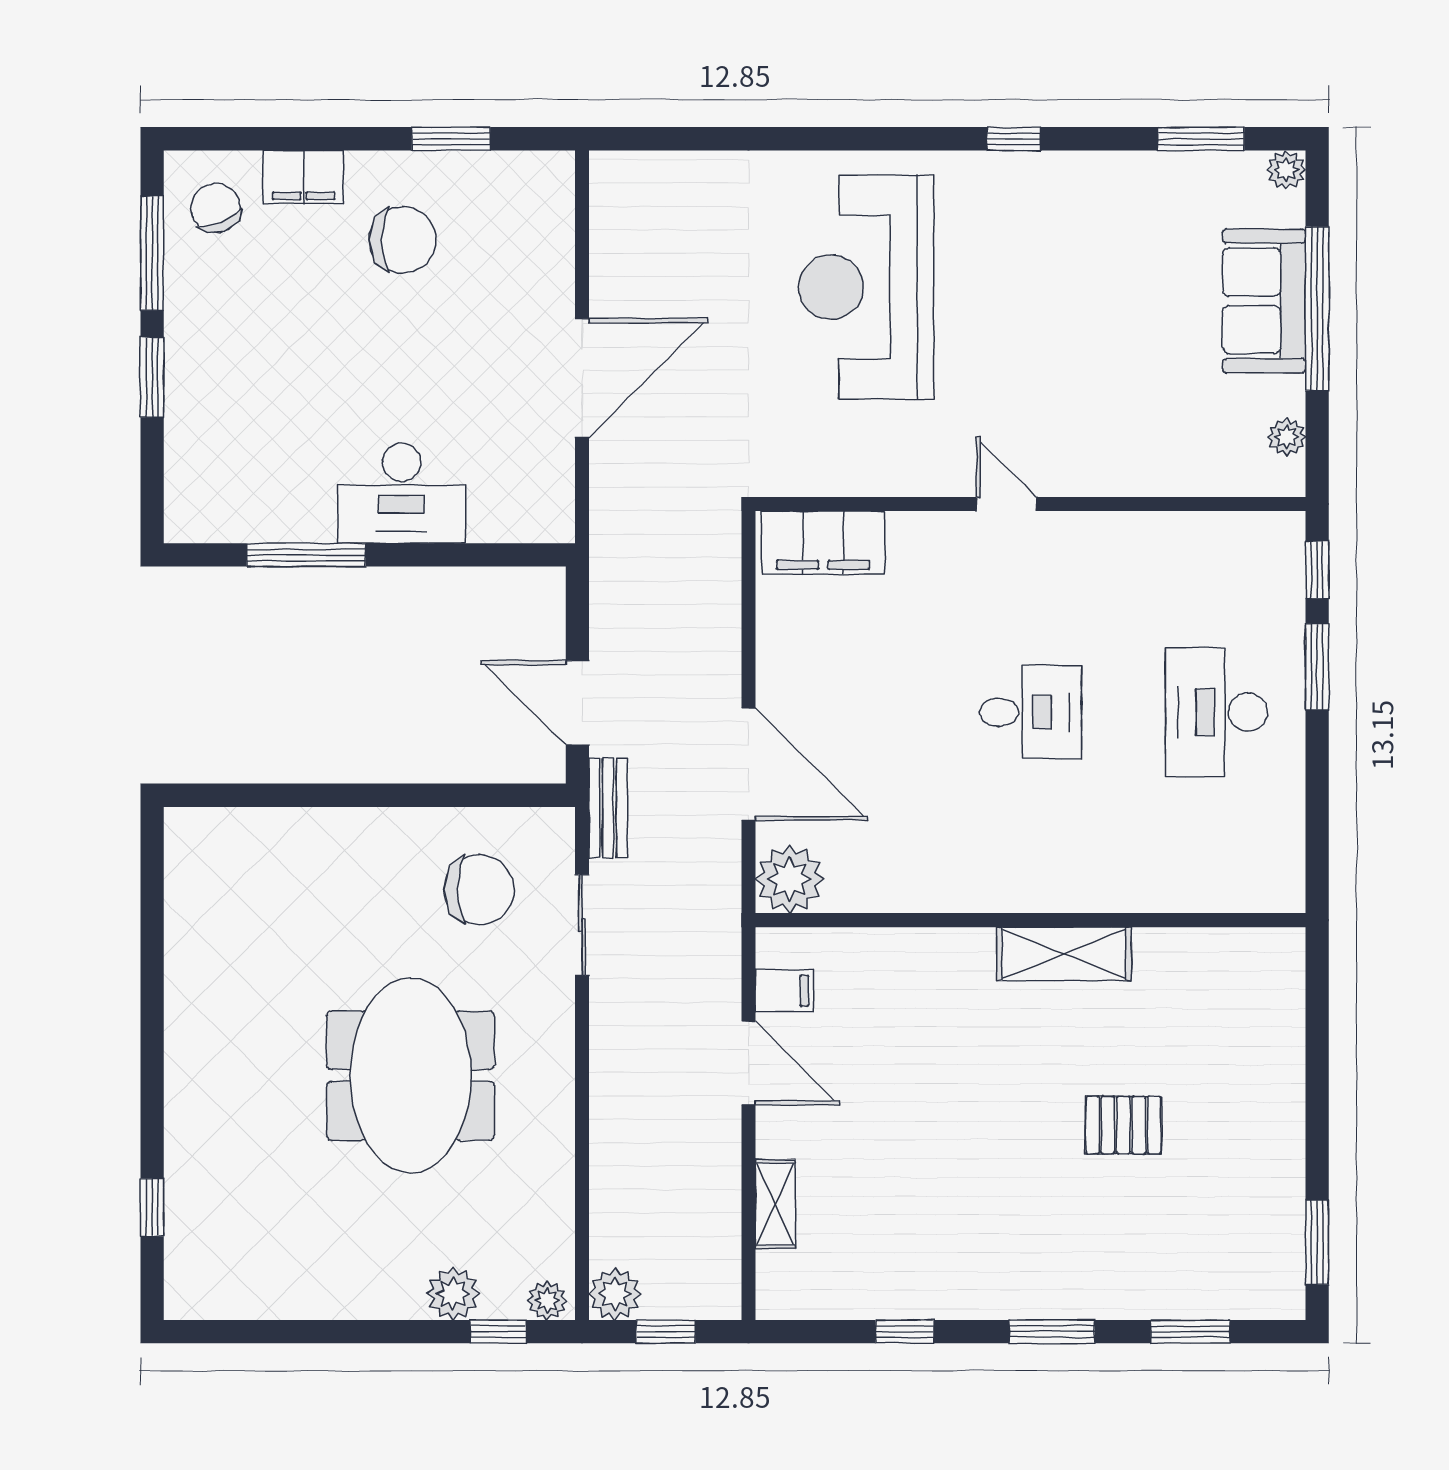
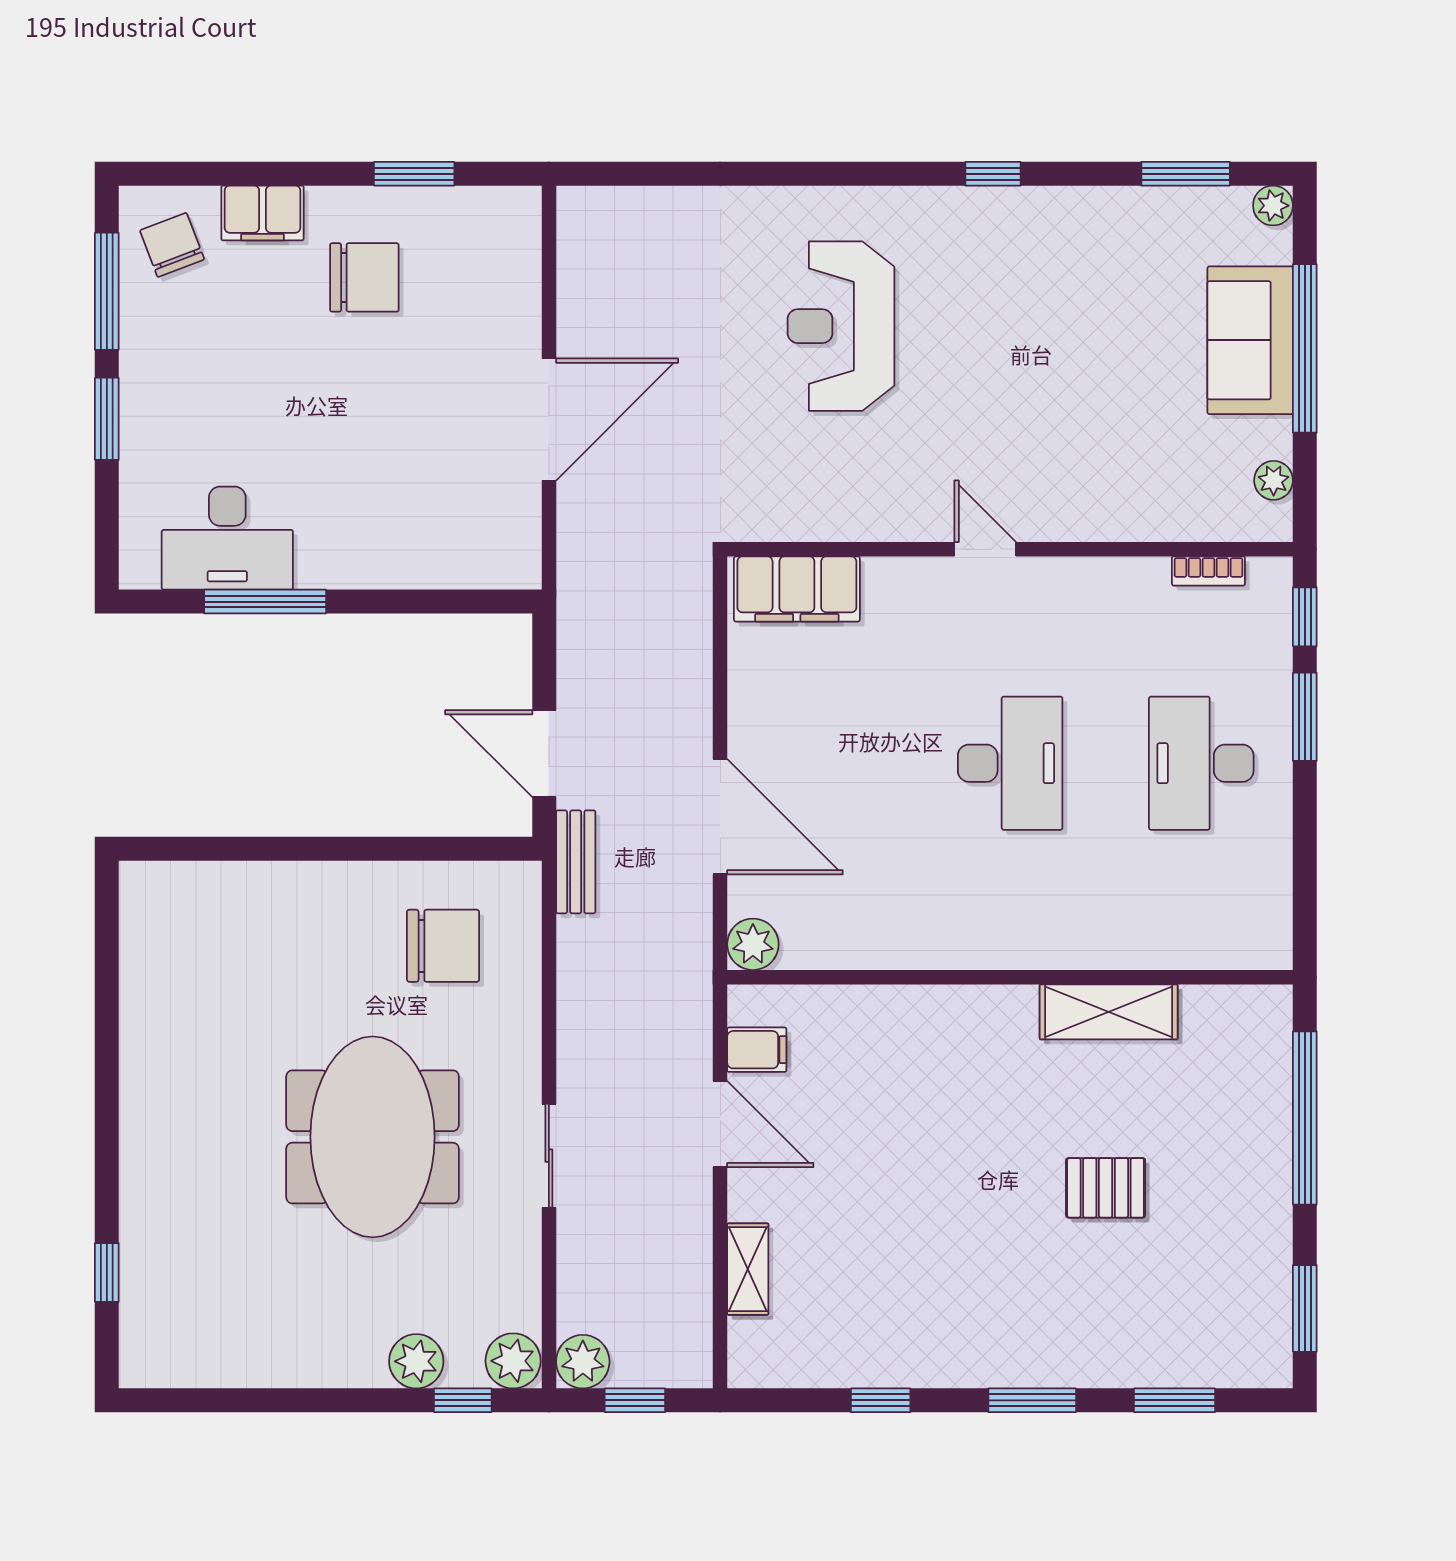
reception desk: (866, 287) -> (841, 326), width x0.74, depth x0.77
desk: (402, 493) -> (227, 538), moved
bookcase: (1223, 525) -> (1208, 571), added
desk: (1031, 712) -> (1010, 763), width x1.37
plant: (790, 879) -> (753, 944), width x0.73, depth x0.73
sliding door: (582, 925) -> (549, 1156), moved
shelving: (1064, 954) -> (1109, 1012), moved
window: (1317, 1057) -> (1305, 1118), added
plant: (547, 1301) -> (513, 1361), width x1.38, depth x1.38

